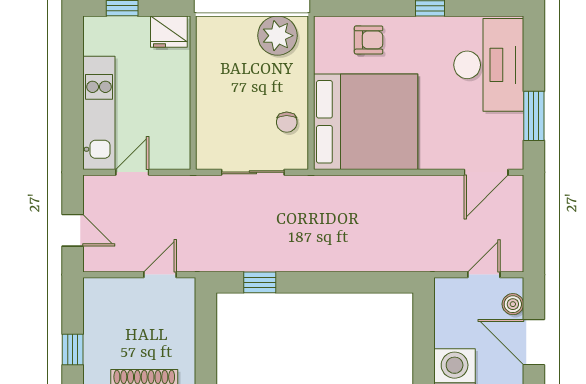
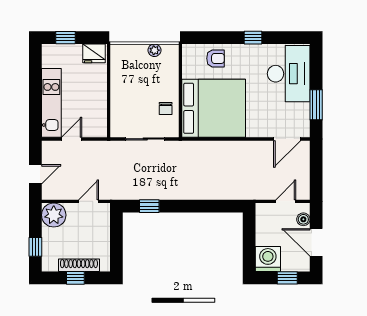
plant: (277, 36) -> (154, 50), width x0.53, depth x0.53
door: (73, 230) -> (35, 174), hinge flipped
plant: (103, 297) -> (54, 215), added

